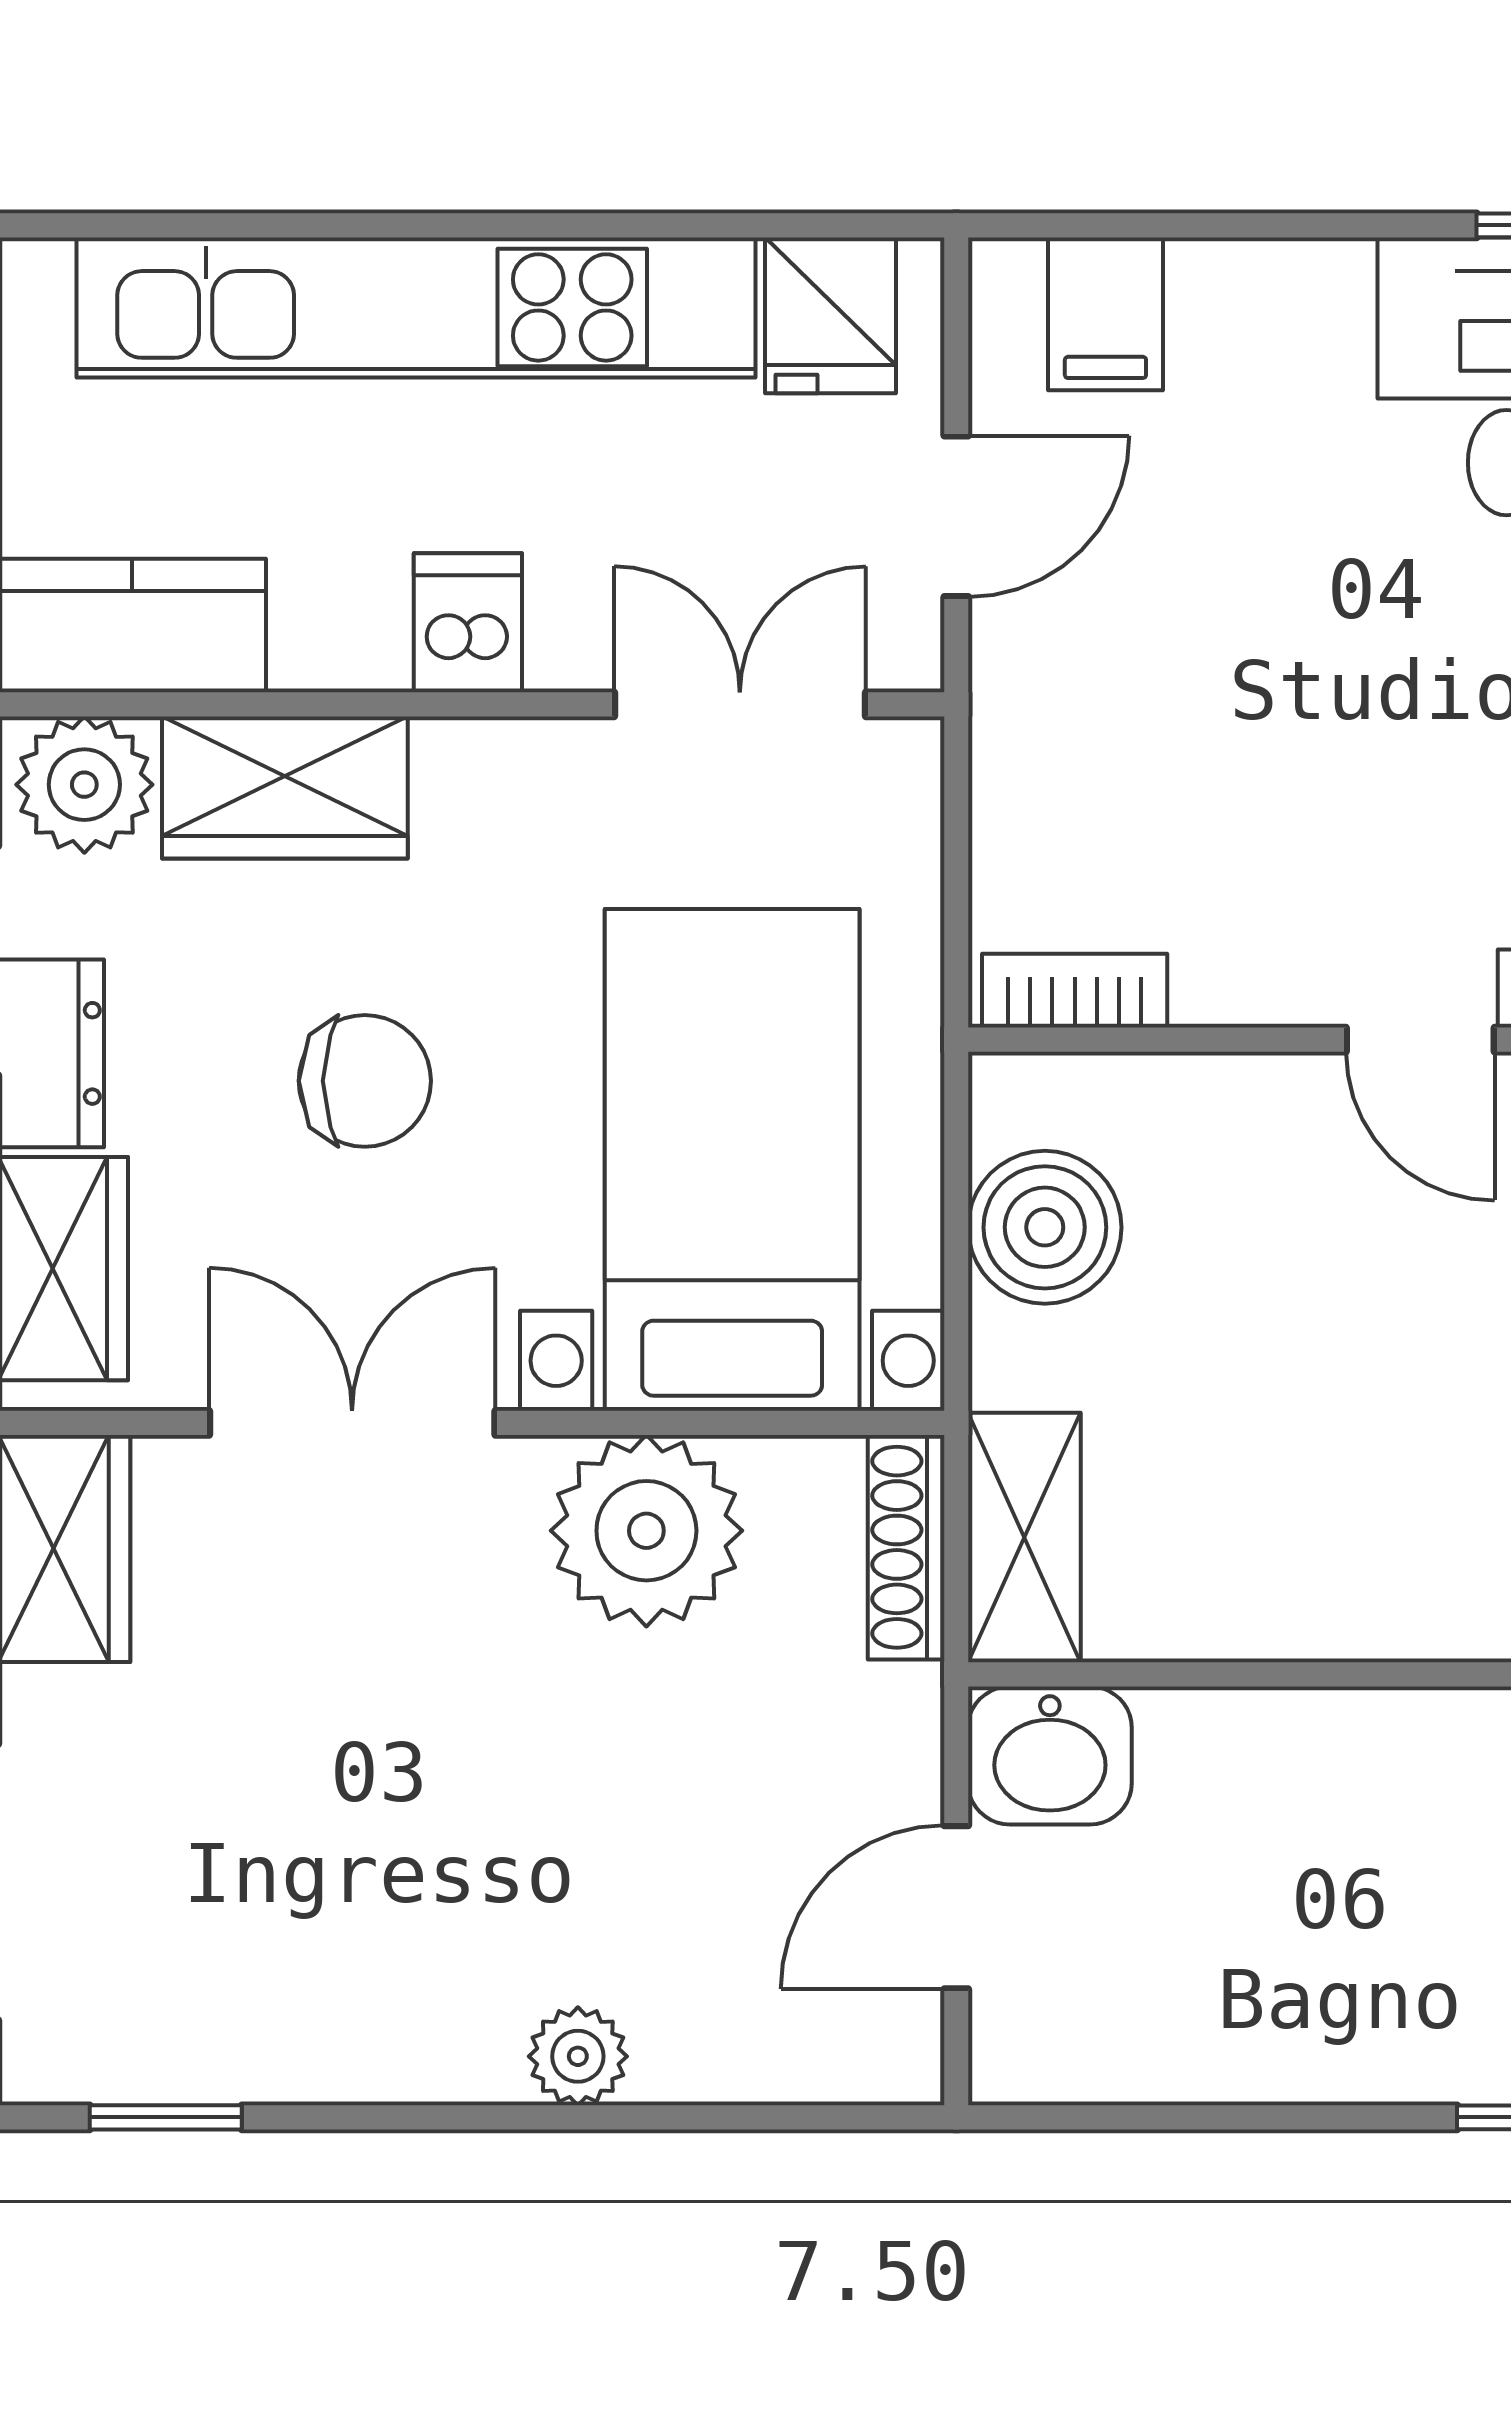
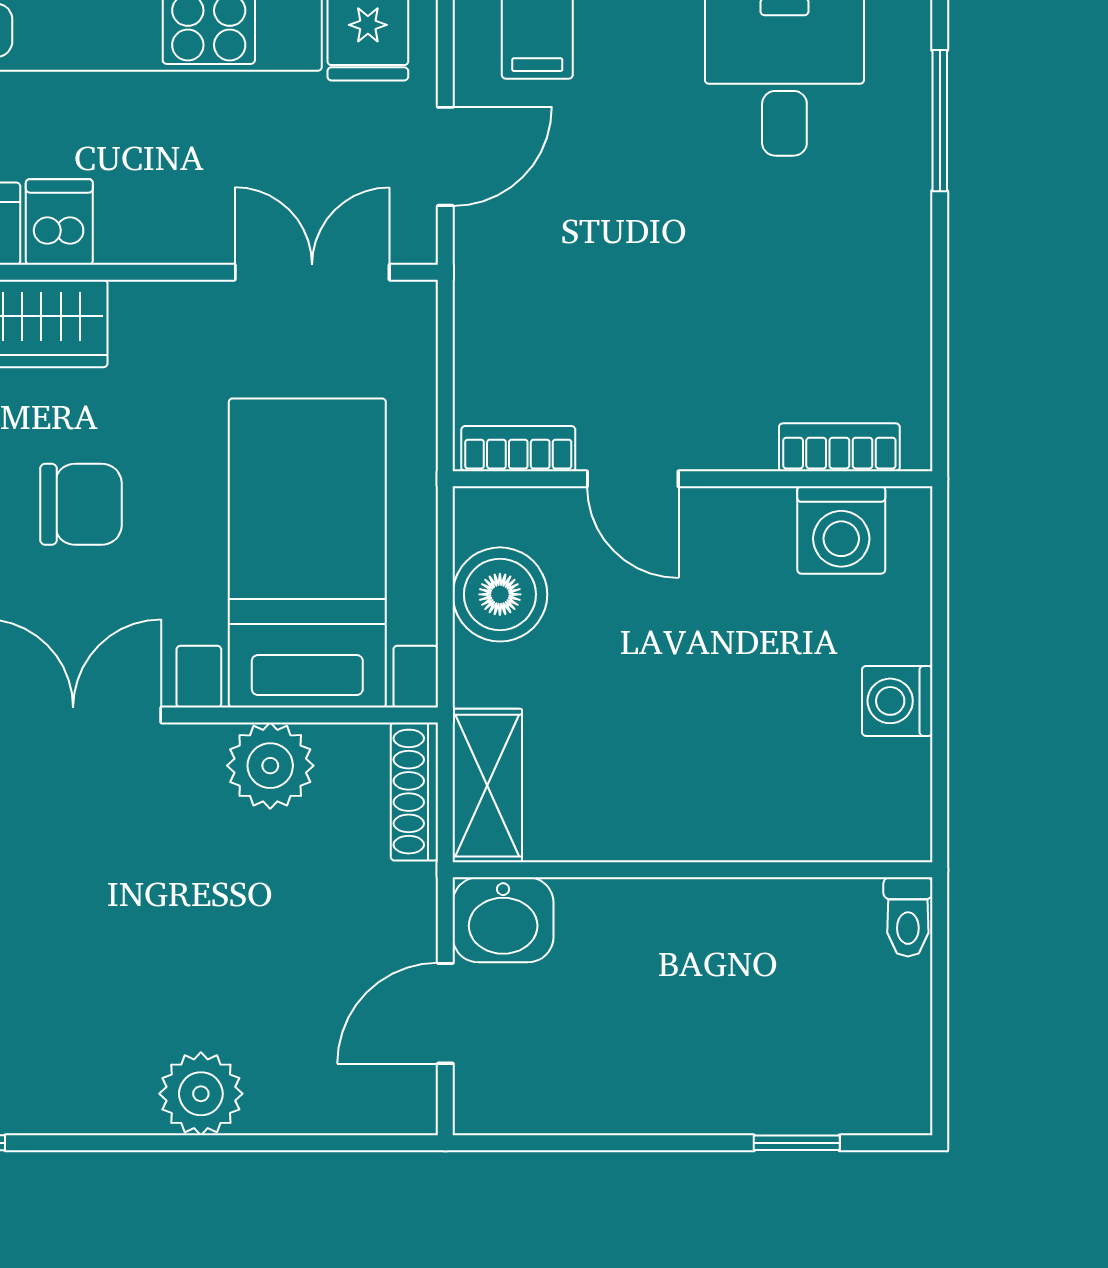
dishwasher: (468, 623) -> (59, 222), moved
door: (1420, 1040) -> (633, 479), moved
plant: (646, 1531) -> (270, 766), width x0.73, depth x0.73
plant: (578, 2056) -> (201, 1094), width x1.38, depth x1.38

